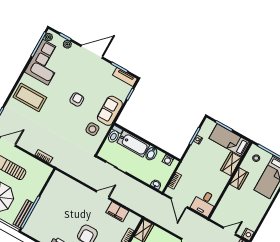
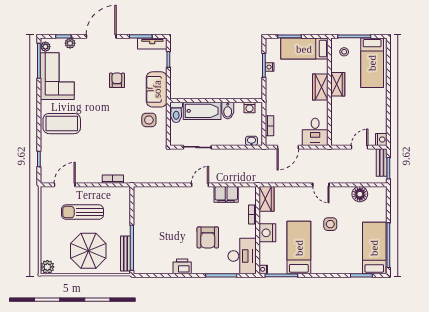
armchair: (77, 100) -> (117, 80), moved
wardrobe: (231, 164) -> (320, 87), moved
door: (179, 203) -> (288, 147), hinge flipped

